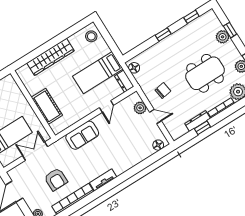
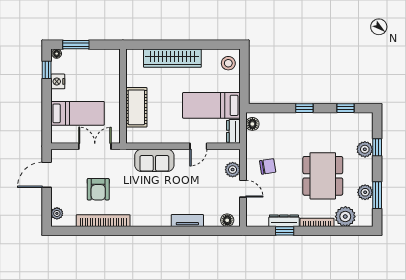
dining table: (205, 73) -> (323, 176), turned 90
tv unit: (103, 180) -> (187, 221), moved

